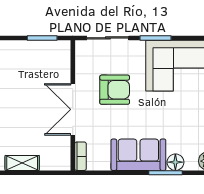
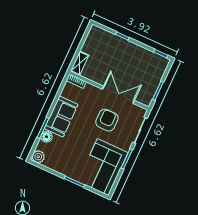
armchair: (115, 90) -> (107, 120), turned 180
double door: (73, 109) -> (118, 95), moved
shelving: (22, 163) -> (80, 63), moved

